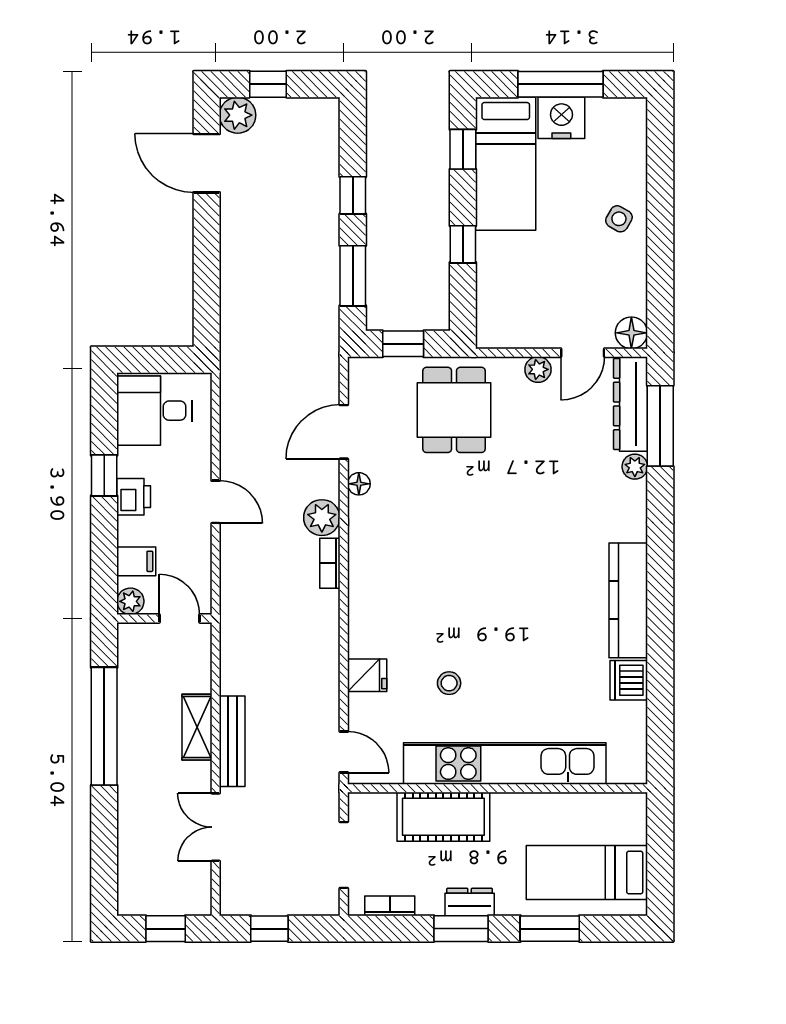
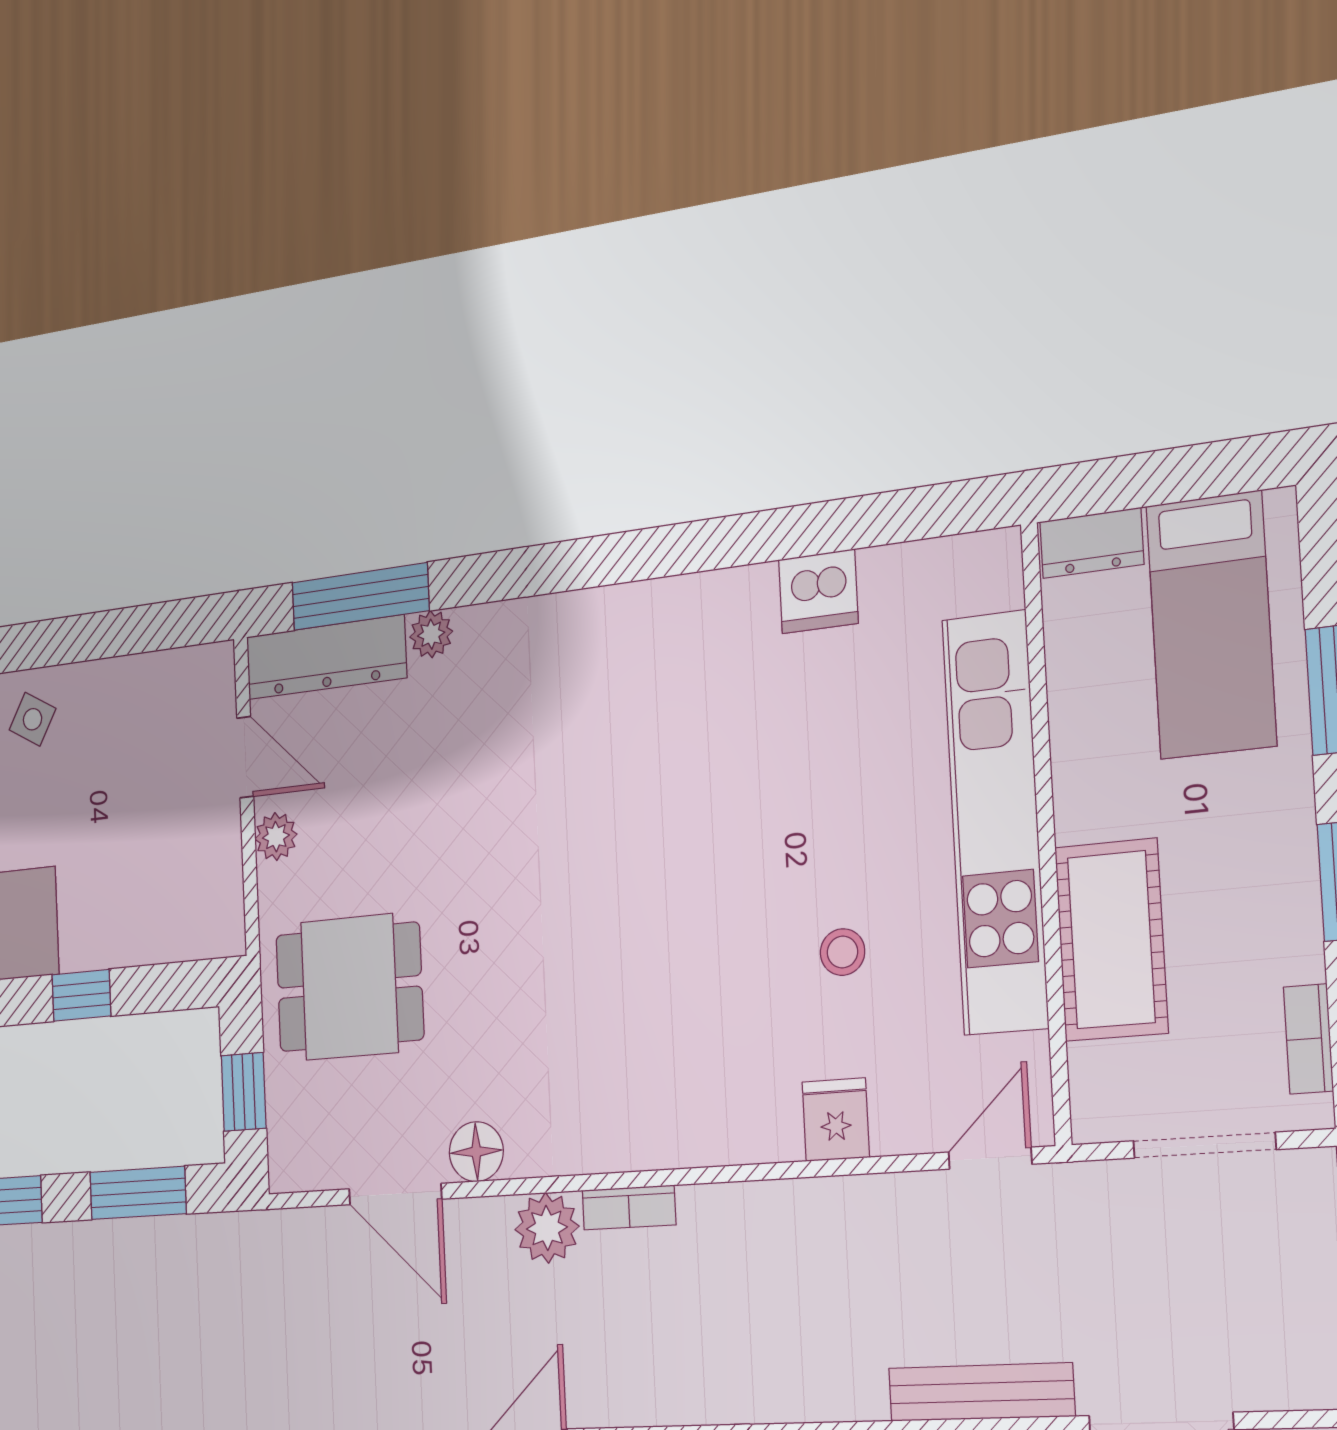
floor lamp: (631, 333) -> (210, 672), removed
floor lamp: (359, 484) -> (476, 1152), width x1.37, depth x1.37
kitchen counter: (628, 600) -> (669, 613), removed
dresser: (470, 902) -> (1092, 543), moved, turned -90

